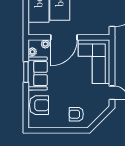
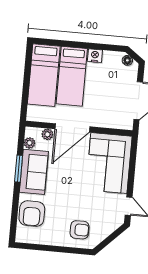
armchair: (39, 105) -> (32, 214), turned 90
armchair: (76, 114) -> (80, 230), turned 180

